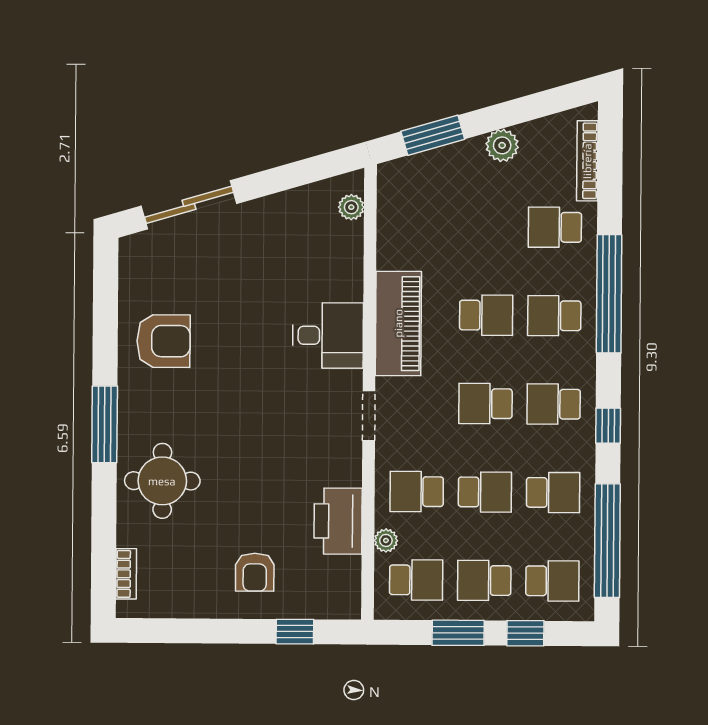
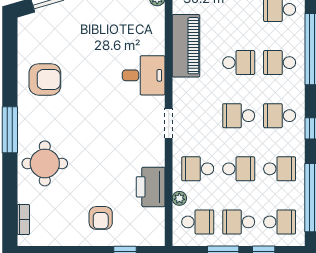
piano: (398, 323) -> (186, 46), moved

